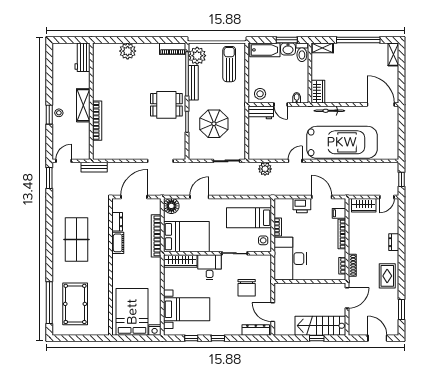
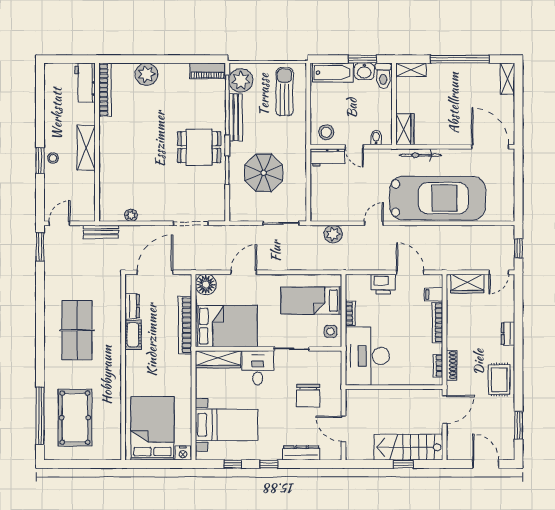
bookcase: (97, 121) -> (105, 90), moved
plant: (116, 155) -> (131, 215), added
dresser: (256, 330) -> (301, 453), moved

